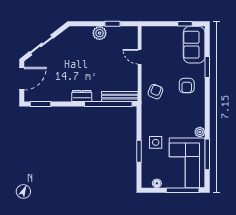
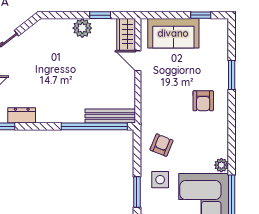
wardrobe: (131, 38) -> (126, 34), added
sofa: (194, 45) -> (173, 33), moved, turned -90
armchair: (155, 92) -> (161, 145), moved
dresser: (82, 96) -> (22, 115), moved

